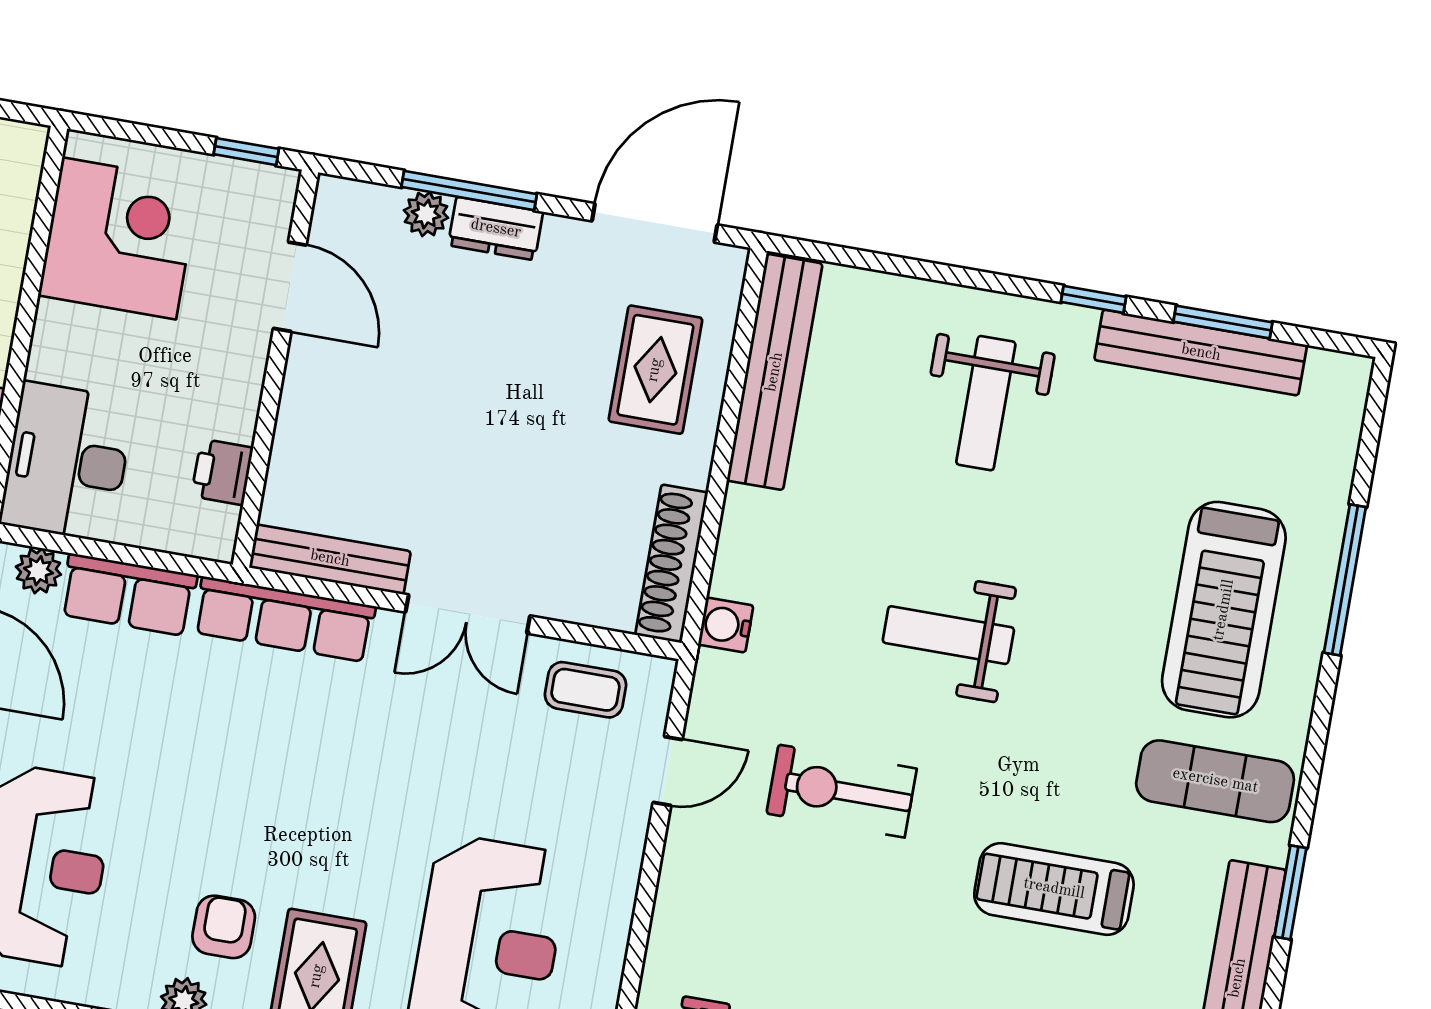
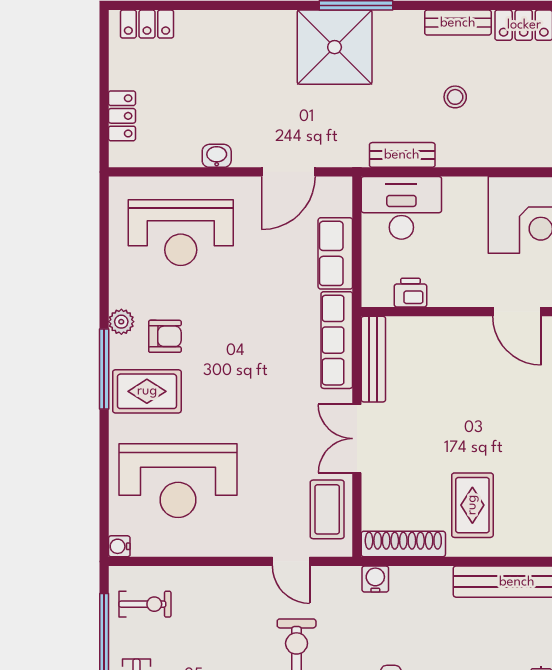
door: (290, 287) -> (517, 312), hinge flipped
rug: (655, 370) -> (472, 505), moved, turned 90
plant: (38, 571) -> (340, 203), removed
coffee table: (585, 690) -> (327, 509), width x1.36, depth x1.30

